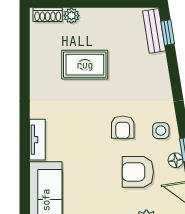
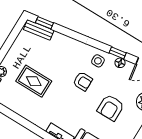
rug: (85, 65) -> (34, 81), turned 90
armchair: (138, 172) -> (111, 108), moved

